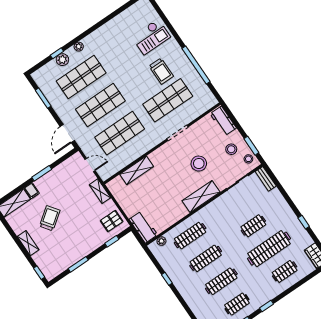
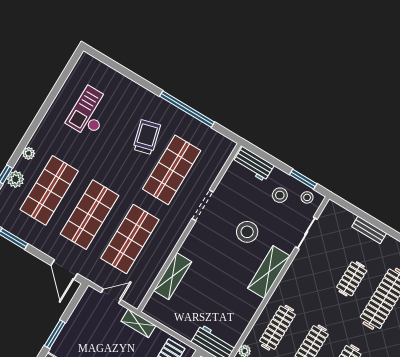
checkout: (151, 37) -> (90, 112), moved, turned 180
trolley: (161, 71) -> (147, 137), turned -105
bench: (266, 179) -> (369, 230), moved

